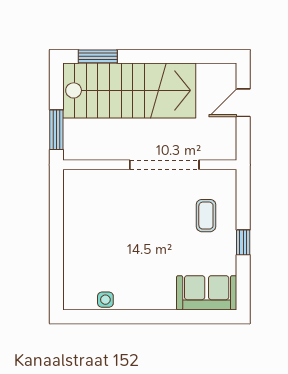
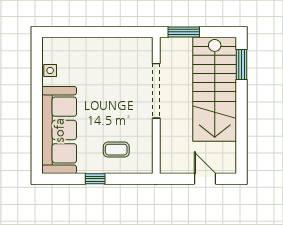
doorway: (164, 165) -> (156, 91), moved
sofa: (207, 293) -> (59, 130), width x1.85, depth x1.27

